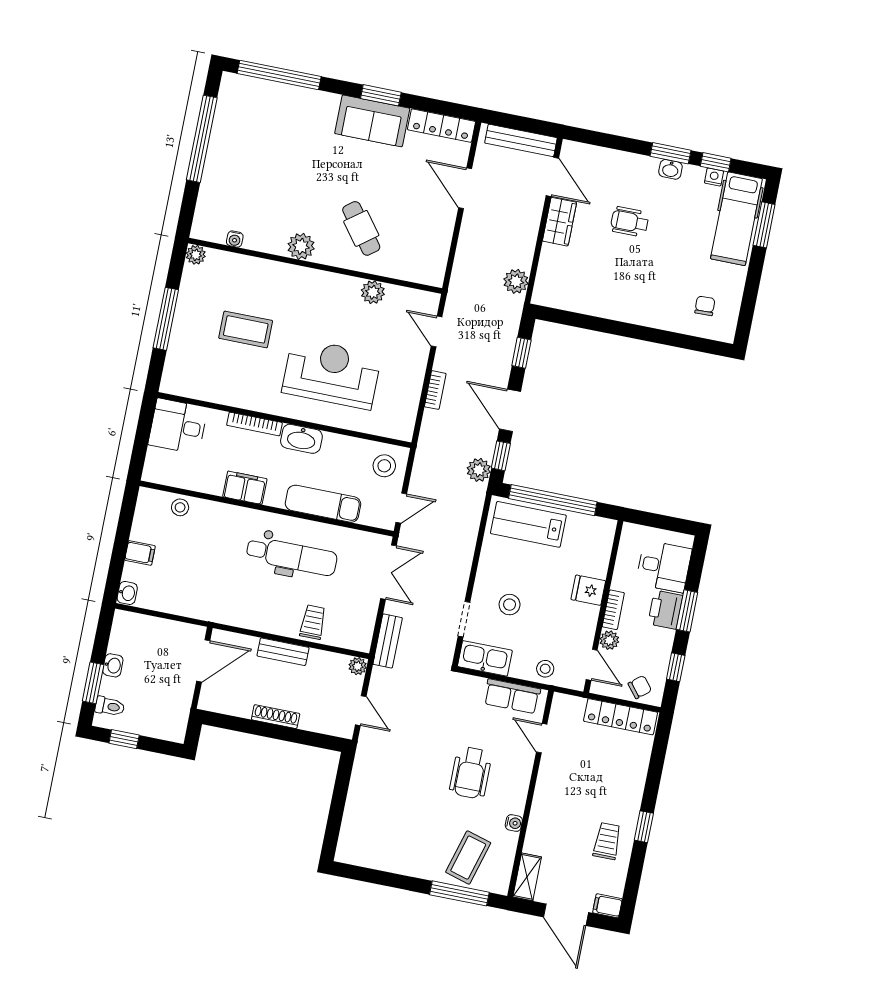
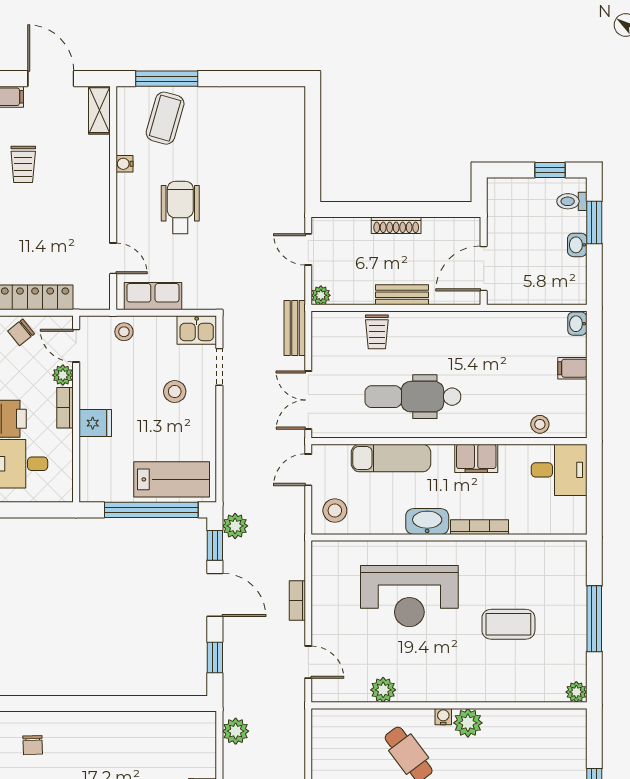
water cooler: (235, 239) -> (443, 717), moved
desk: (178, 426) -> (559, 470), moved
kitchen sink: (485, 658) -> (197, 330), width x0.73

